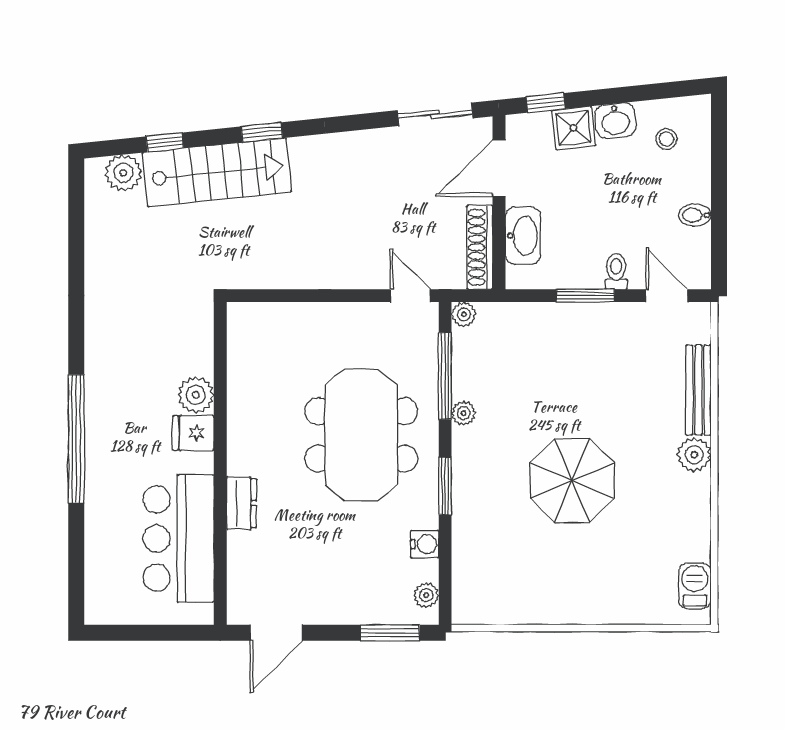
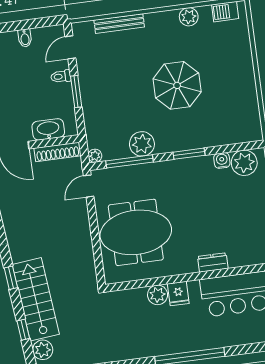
plant: (464, 413) -> (142, 144), width x1.88, depth x1.88
meeting table: (361, 435) -> (136, 232), moved
plant: (694, 455) -> (189, 17), moved
plant: (426, 595) -> (244, 163), width x1.88, depth x1.88

